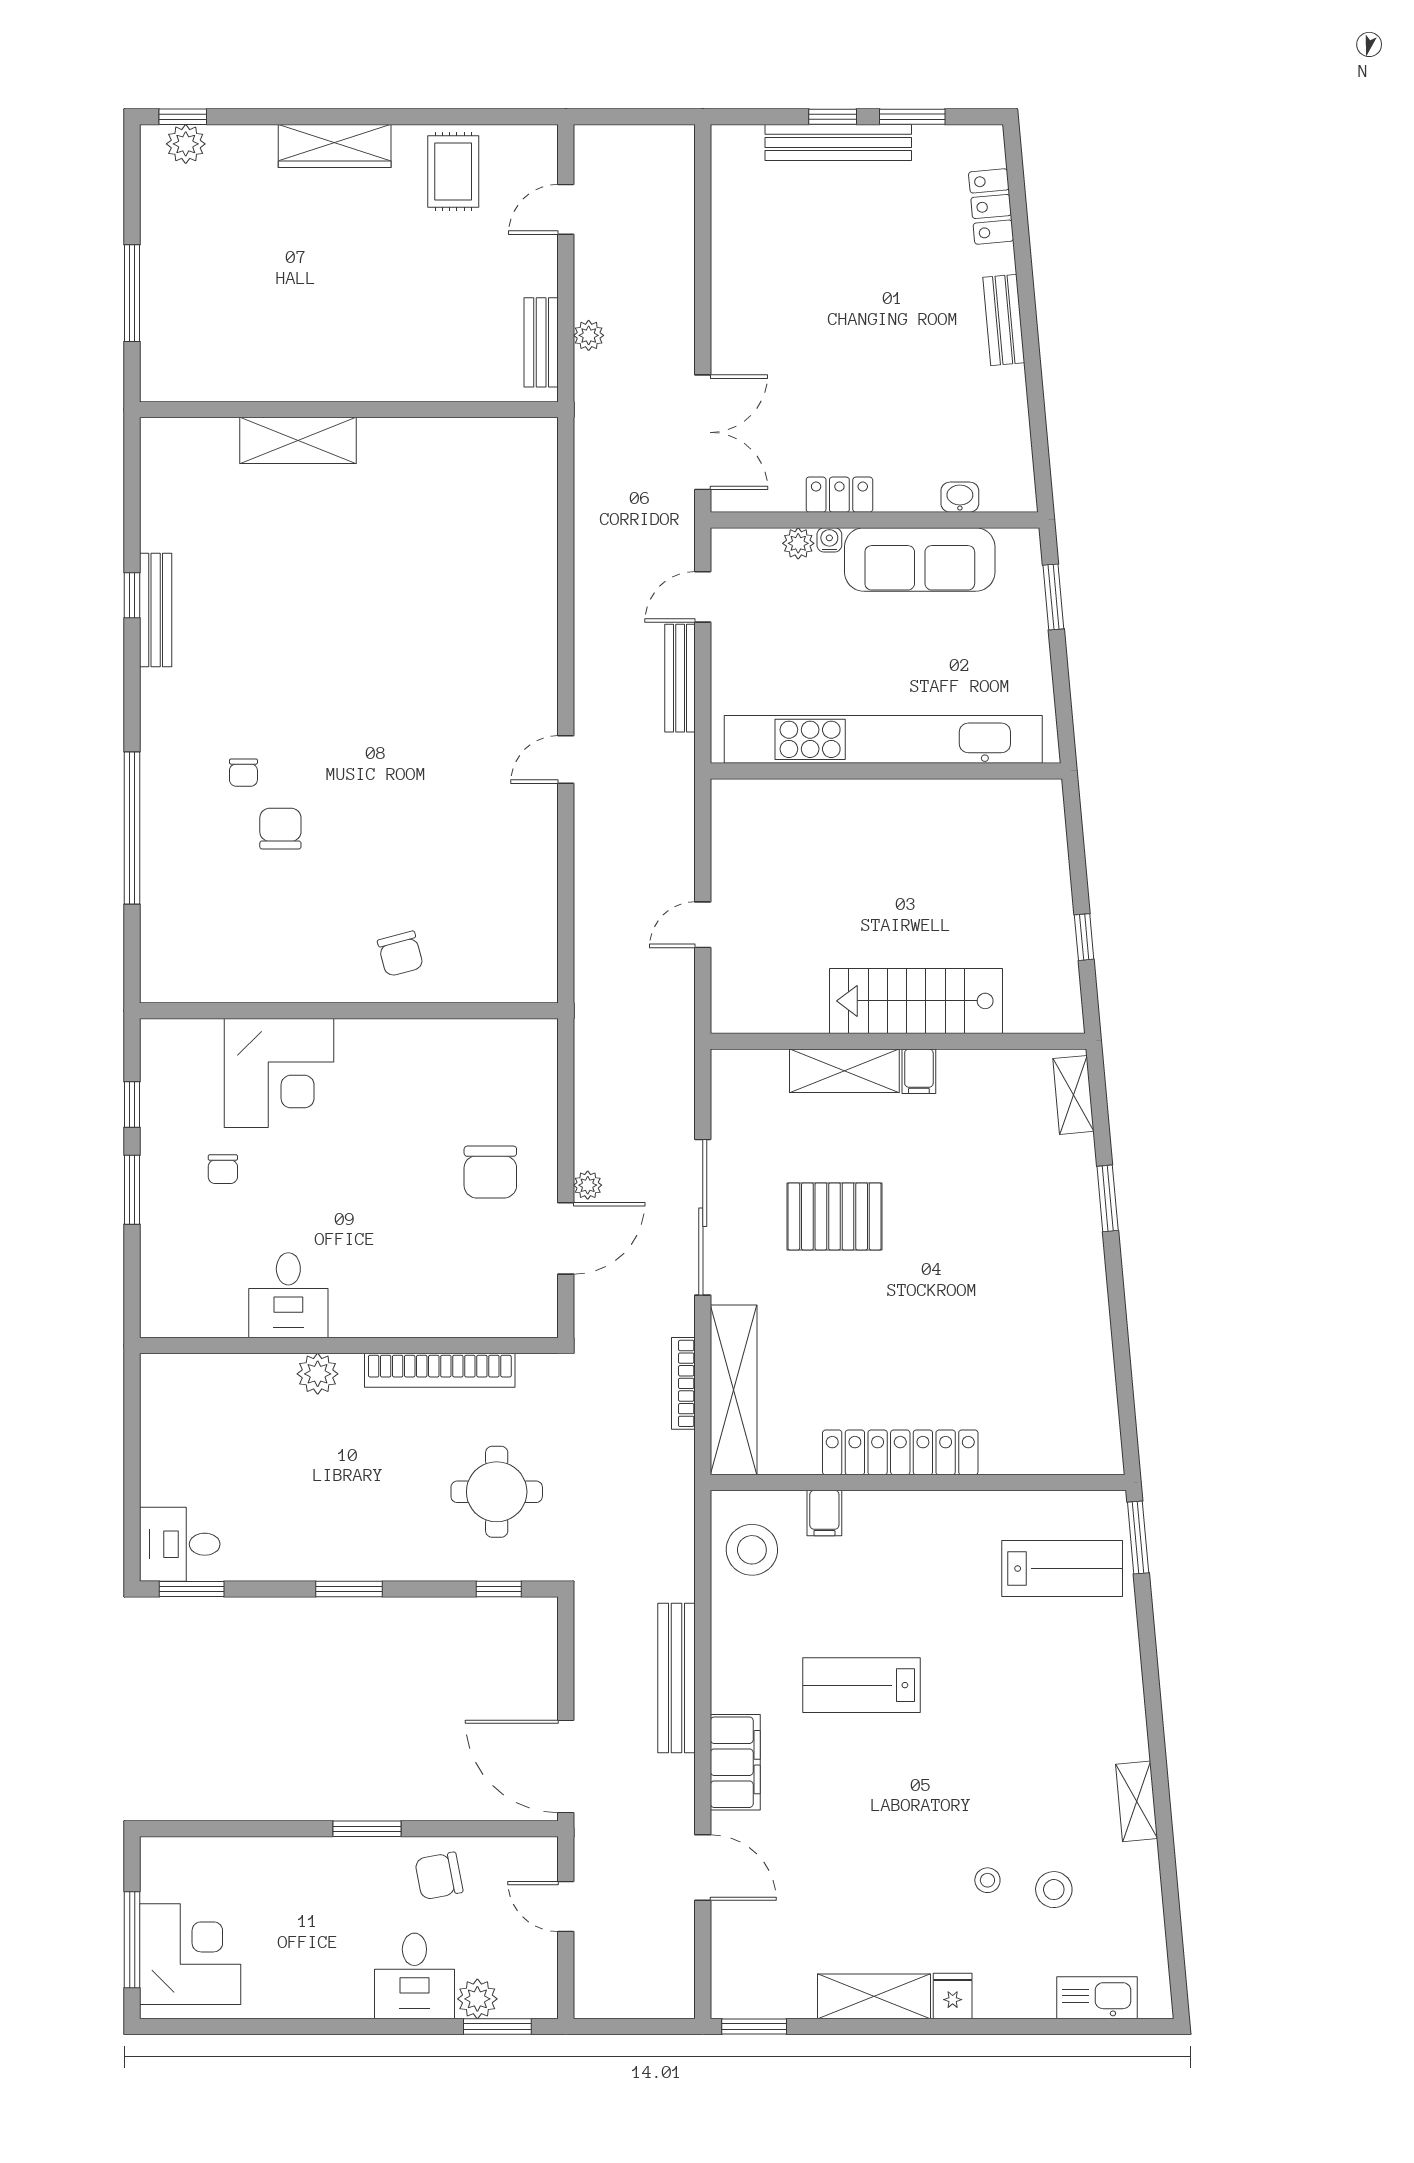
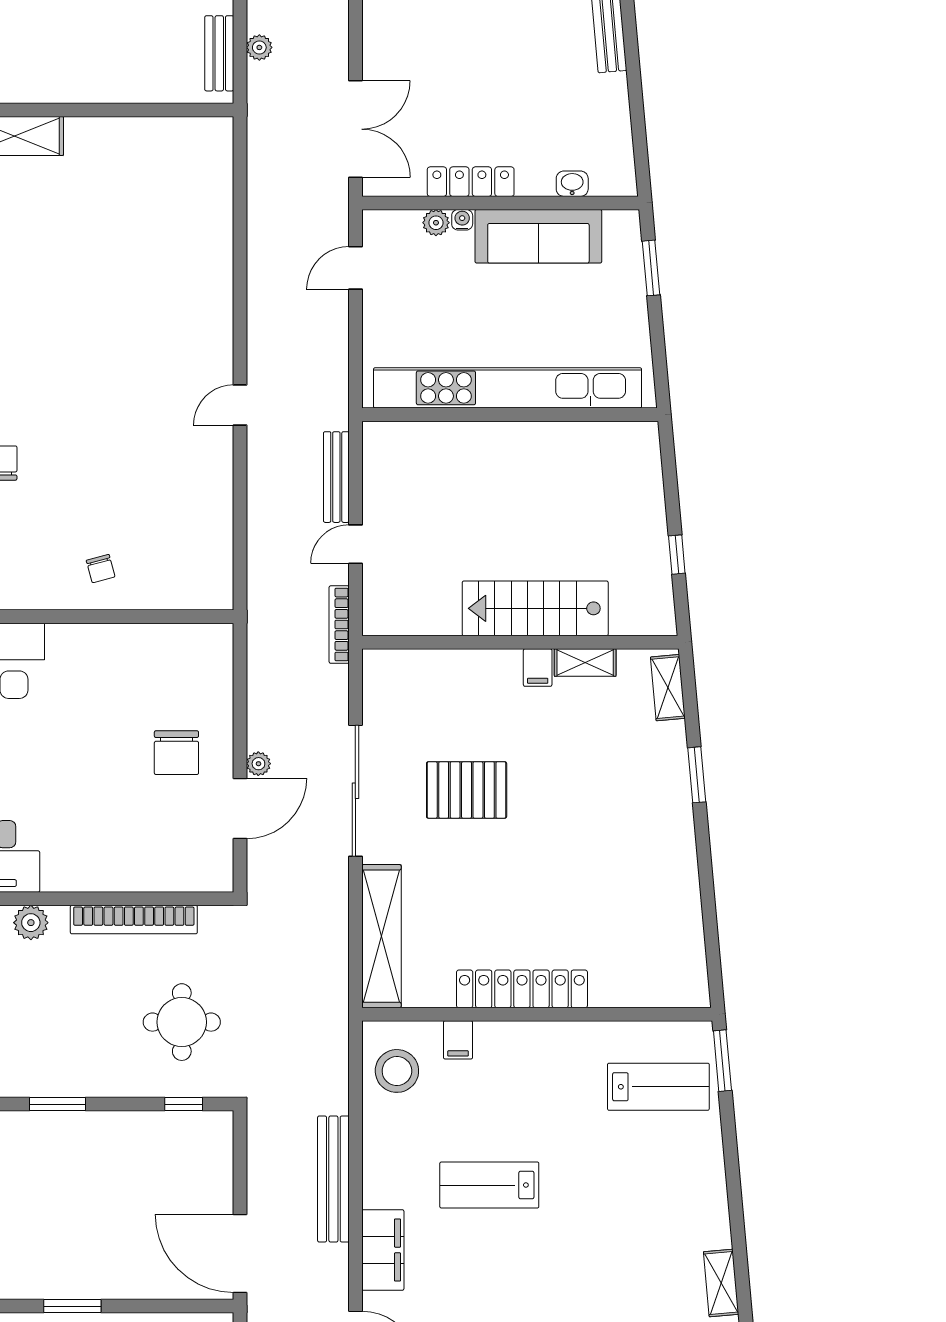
locker: (839, 495) -> (471, 182), width x1.53
bench: (680, 678) -> (336, 477), moved
chair: (400, 954) -> (101, 569), width x0.73, depth x0.73
shelving: (844, 1071) -> (585, 663), moved, width x0.67, depth x0.75
bookcase: (683, 1383) -> (339, 625), moved

